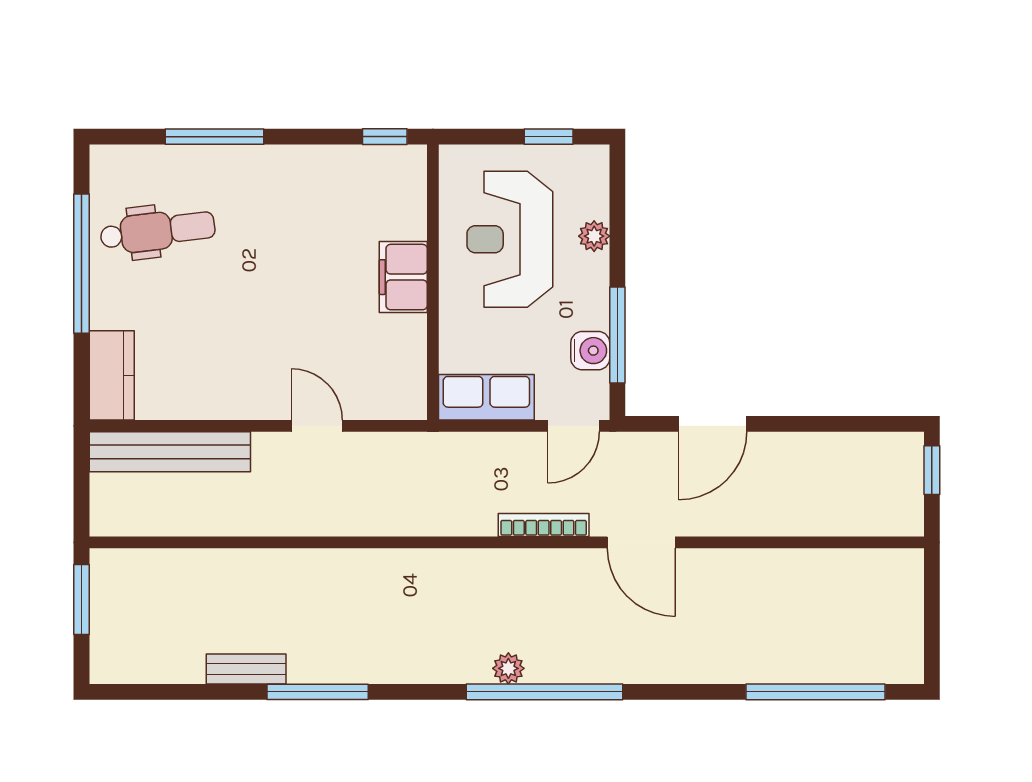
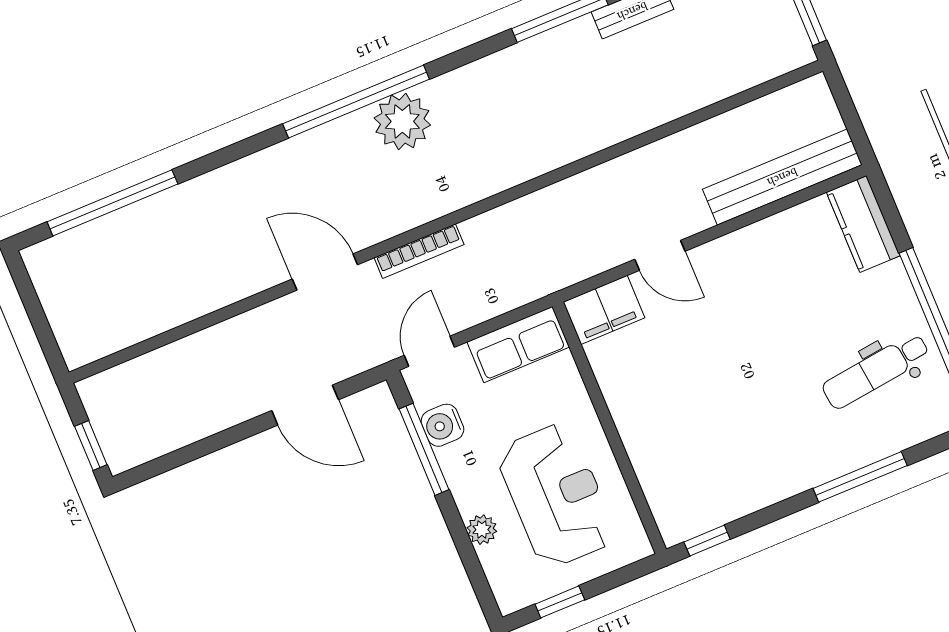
filing cabinet: (403, 277) -> (604, 310), moved, turned 90
door: (713, 424) -> (305, 405), swing flipped
plant: (508, 668) -> (402, 121), width x1.87, depth x1.87

